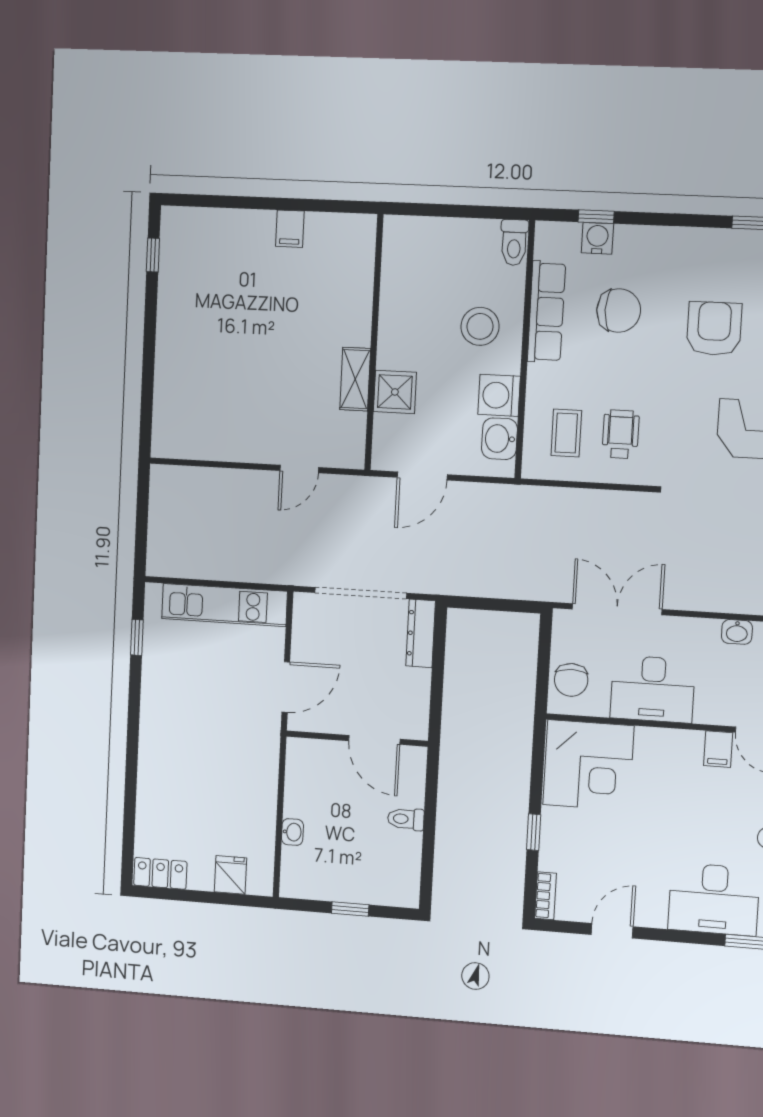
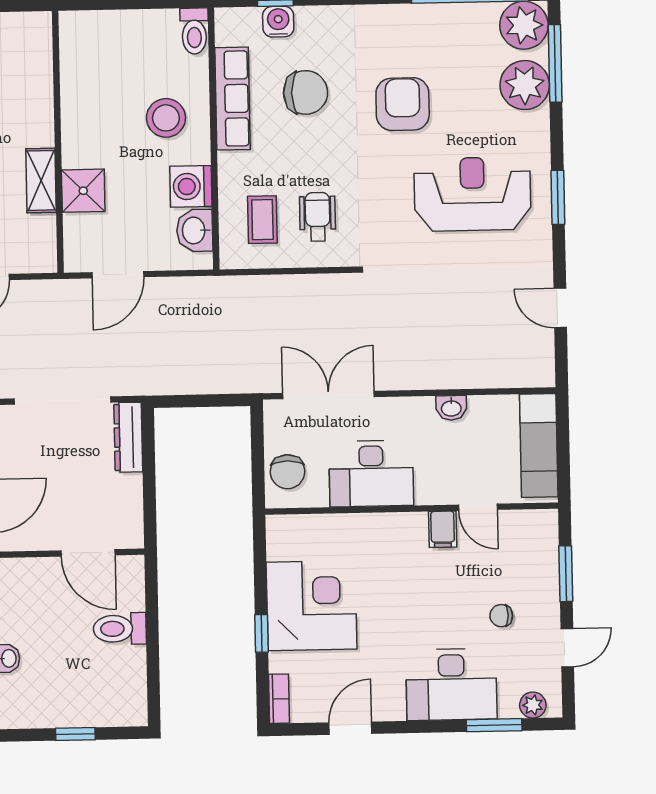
corner desk: (588, 765) -> (312, 606), moved, turned -90
toilet: (406, 819) -> (120, 629), width x1.37, depth x1.39

